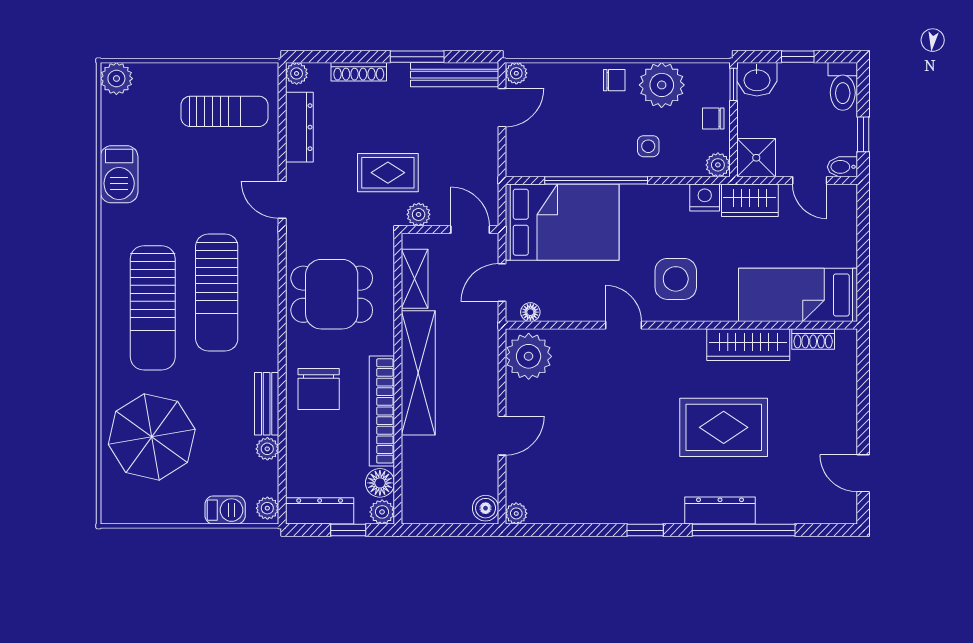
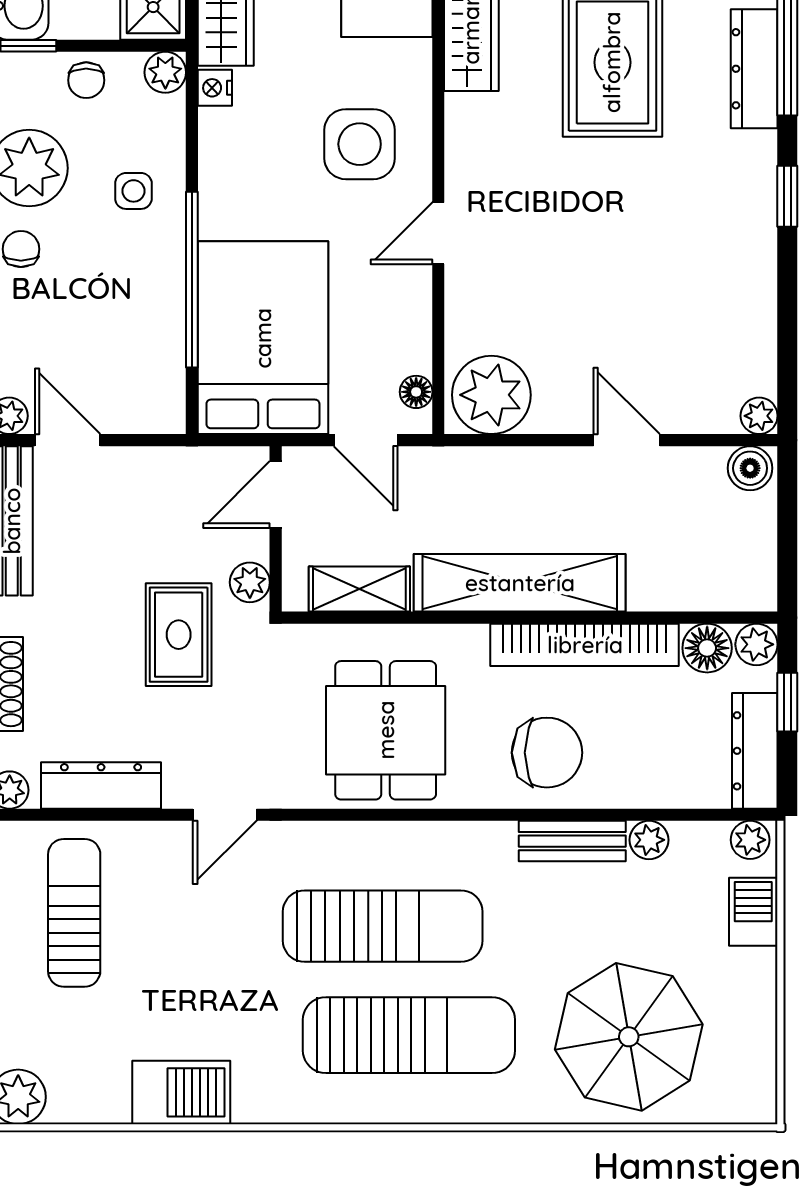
nightstand: (705, 197) -> (215, 88), width x0.72, depth x0.74

